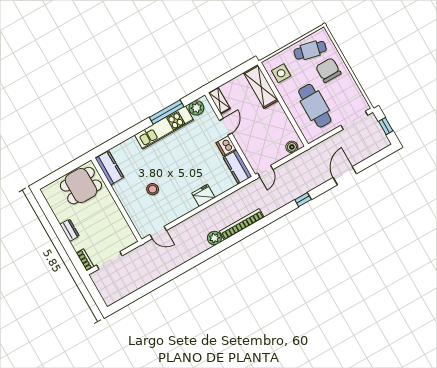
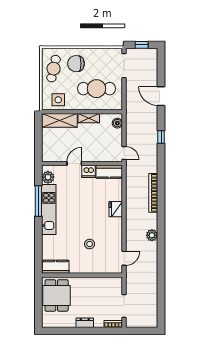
shelving: (219, 101) -> (89, 118), moved
door: (226, 127) -> (74, 164), hinge flipped
plant: (214, 238) -> (152, 235), moved

